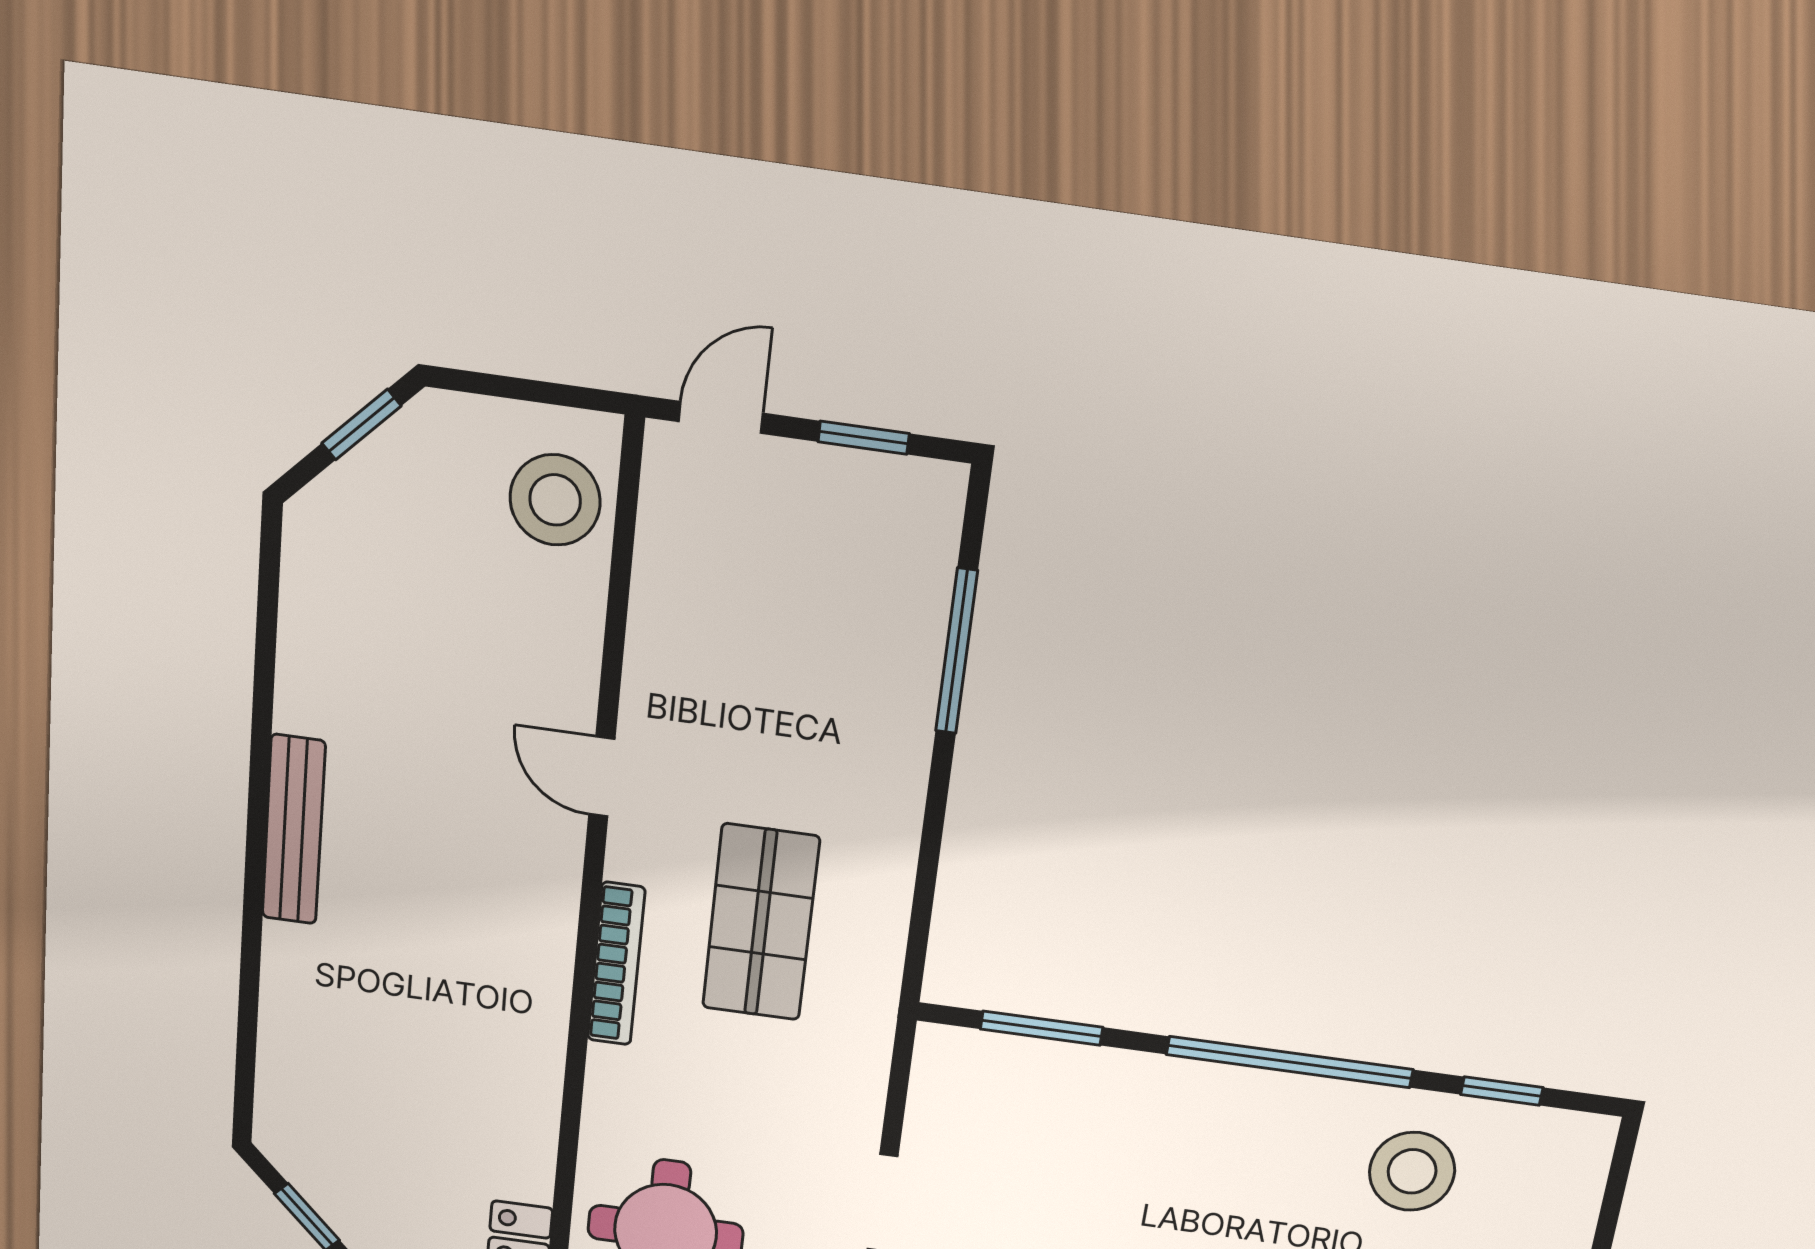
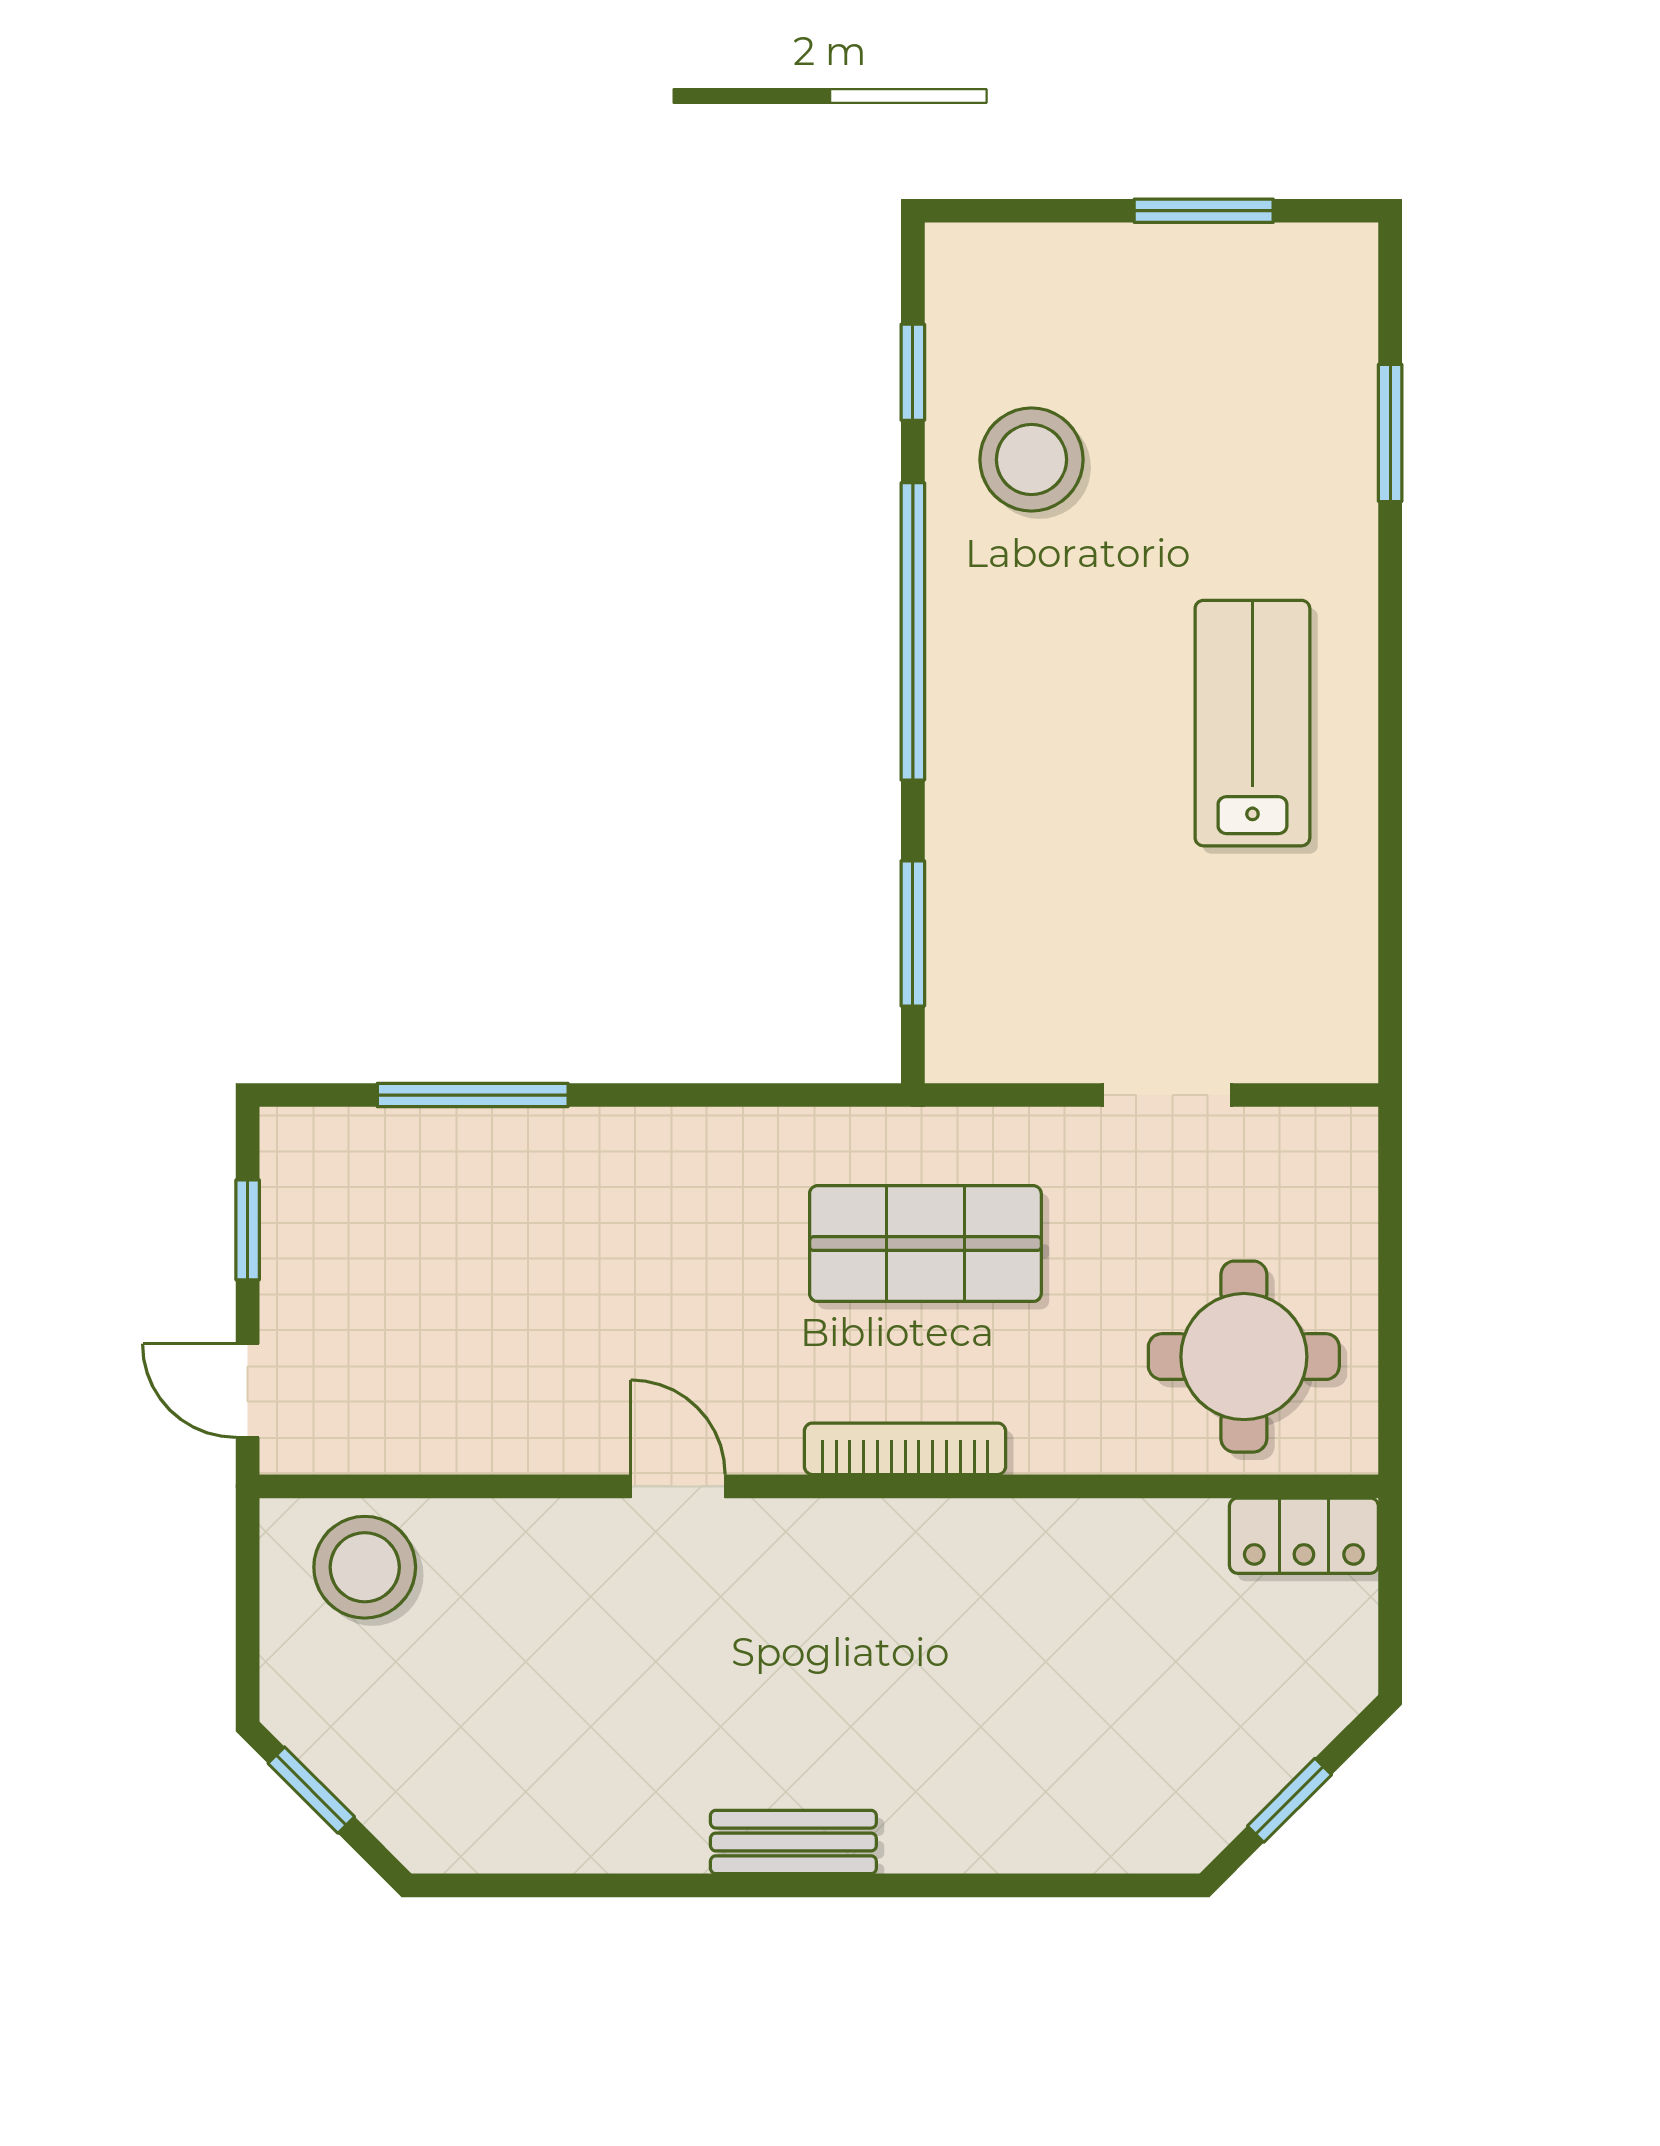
door: (602, 777) -> (678, 1486), swing flipped
bench: (294, 830) -> (793, 1842), width x0.73
shop shelf: (761, 922) -> (925, 1244), moved

